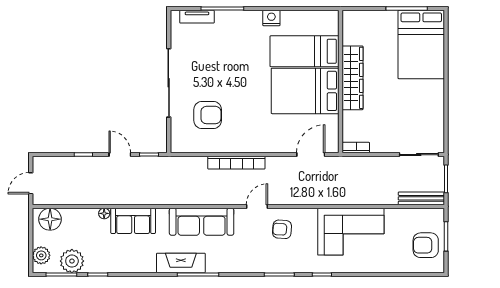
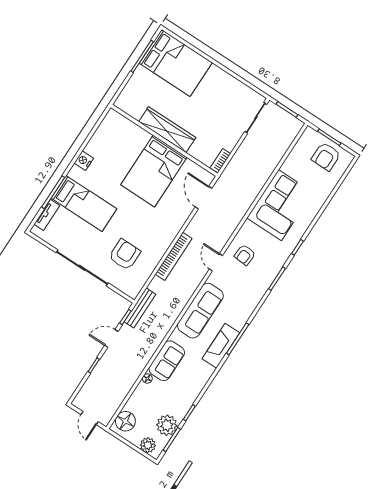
bed: (305, 51) -> (84, 203), moved, turned -90
bench: (421, 198) -> (140, 308), moved

